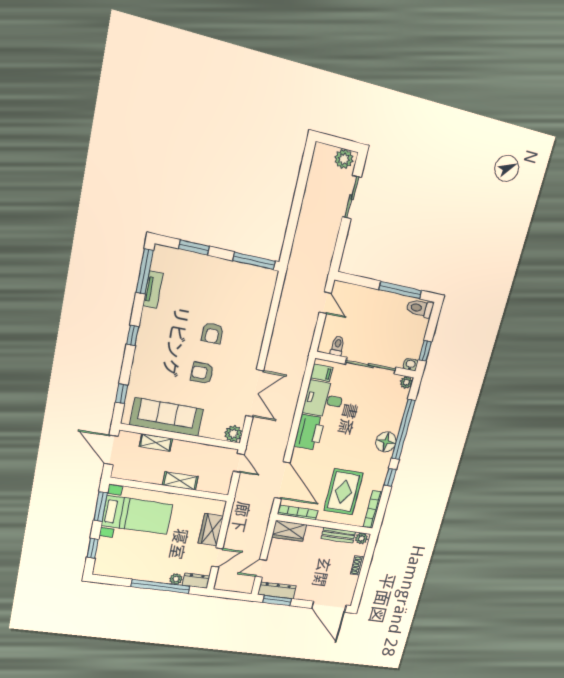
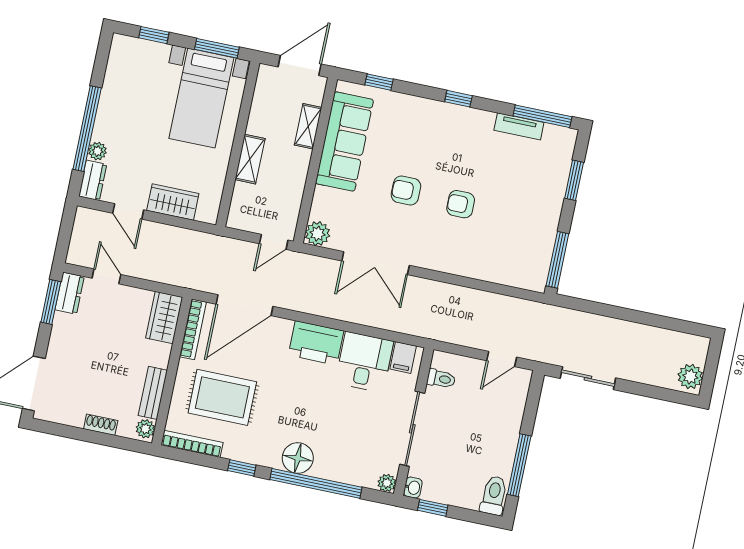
sliding door: (352, 197) -> (588, 378), moved
armchair: (202, 373) -> (406, 191), turned -90
dresser: (277, 590) -> (70, 293), width x0.70

